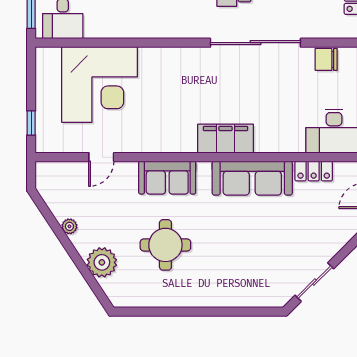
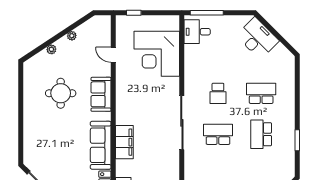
sliding door: (255, 43) -> (182, 123), moved
filing cabinet: (226, 139) -> (124, 142), moved
plant: (102, 262) -> (51, 49), width x0.53, depth x0.53

